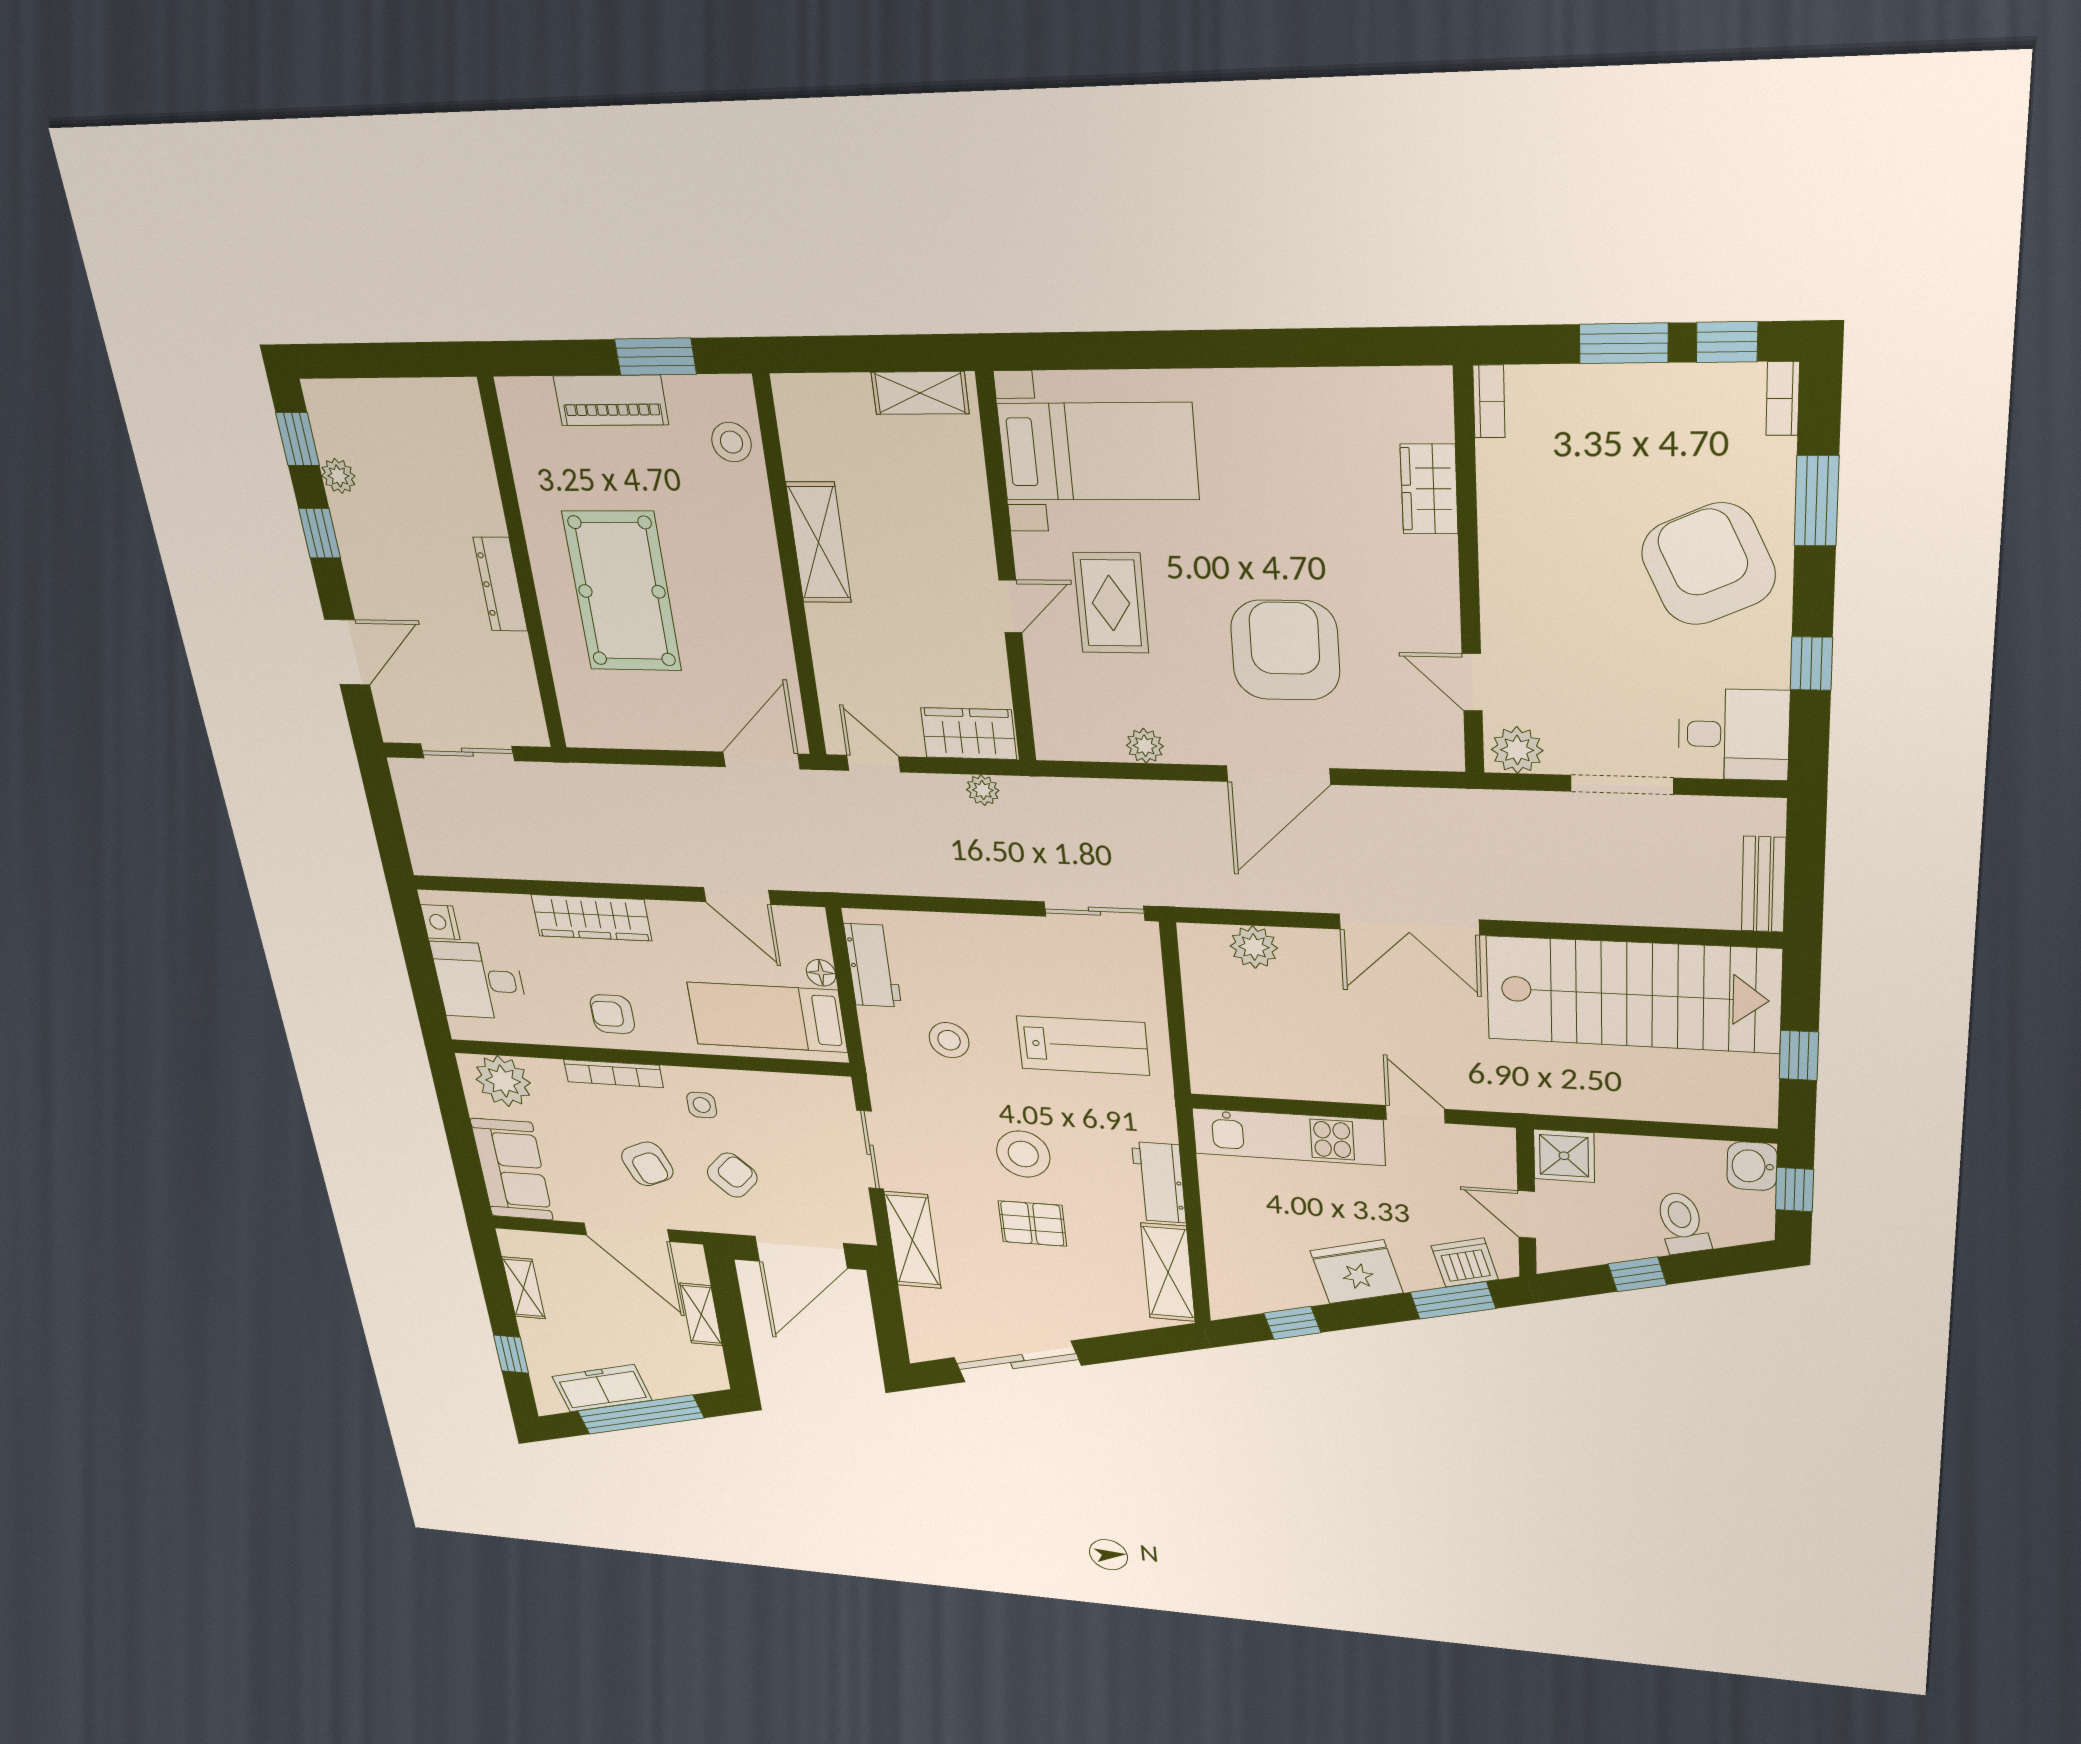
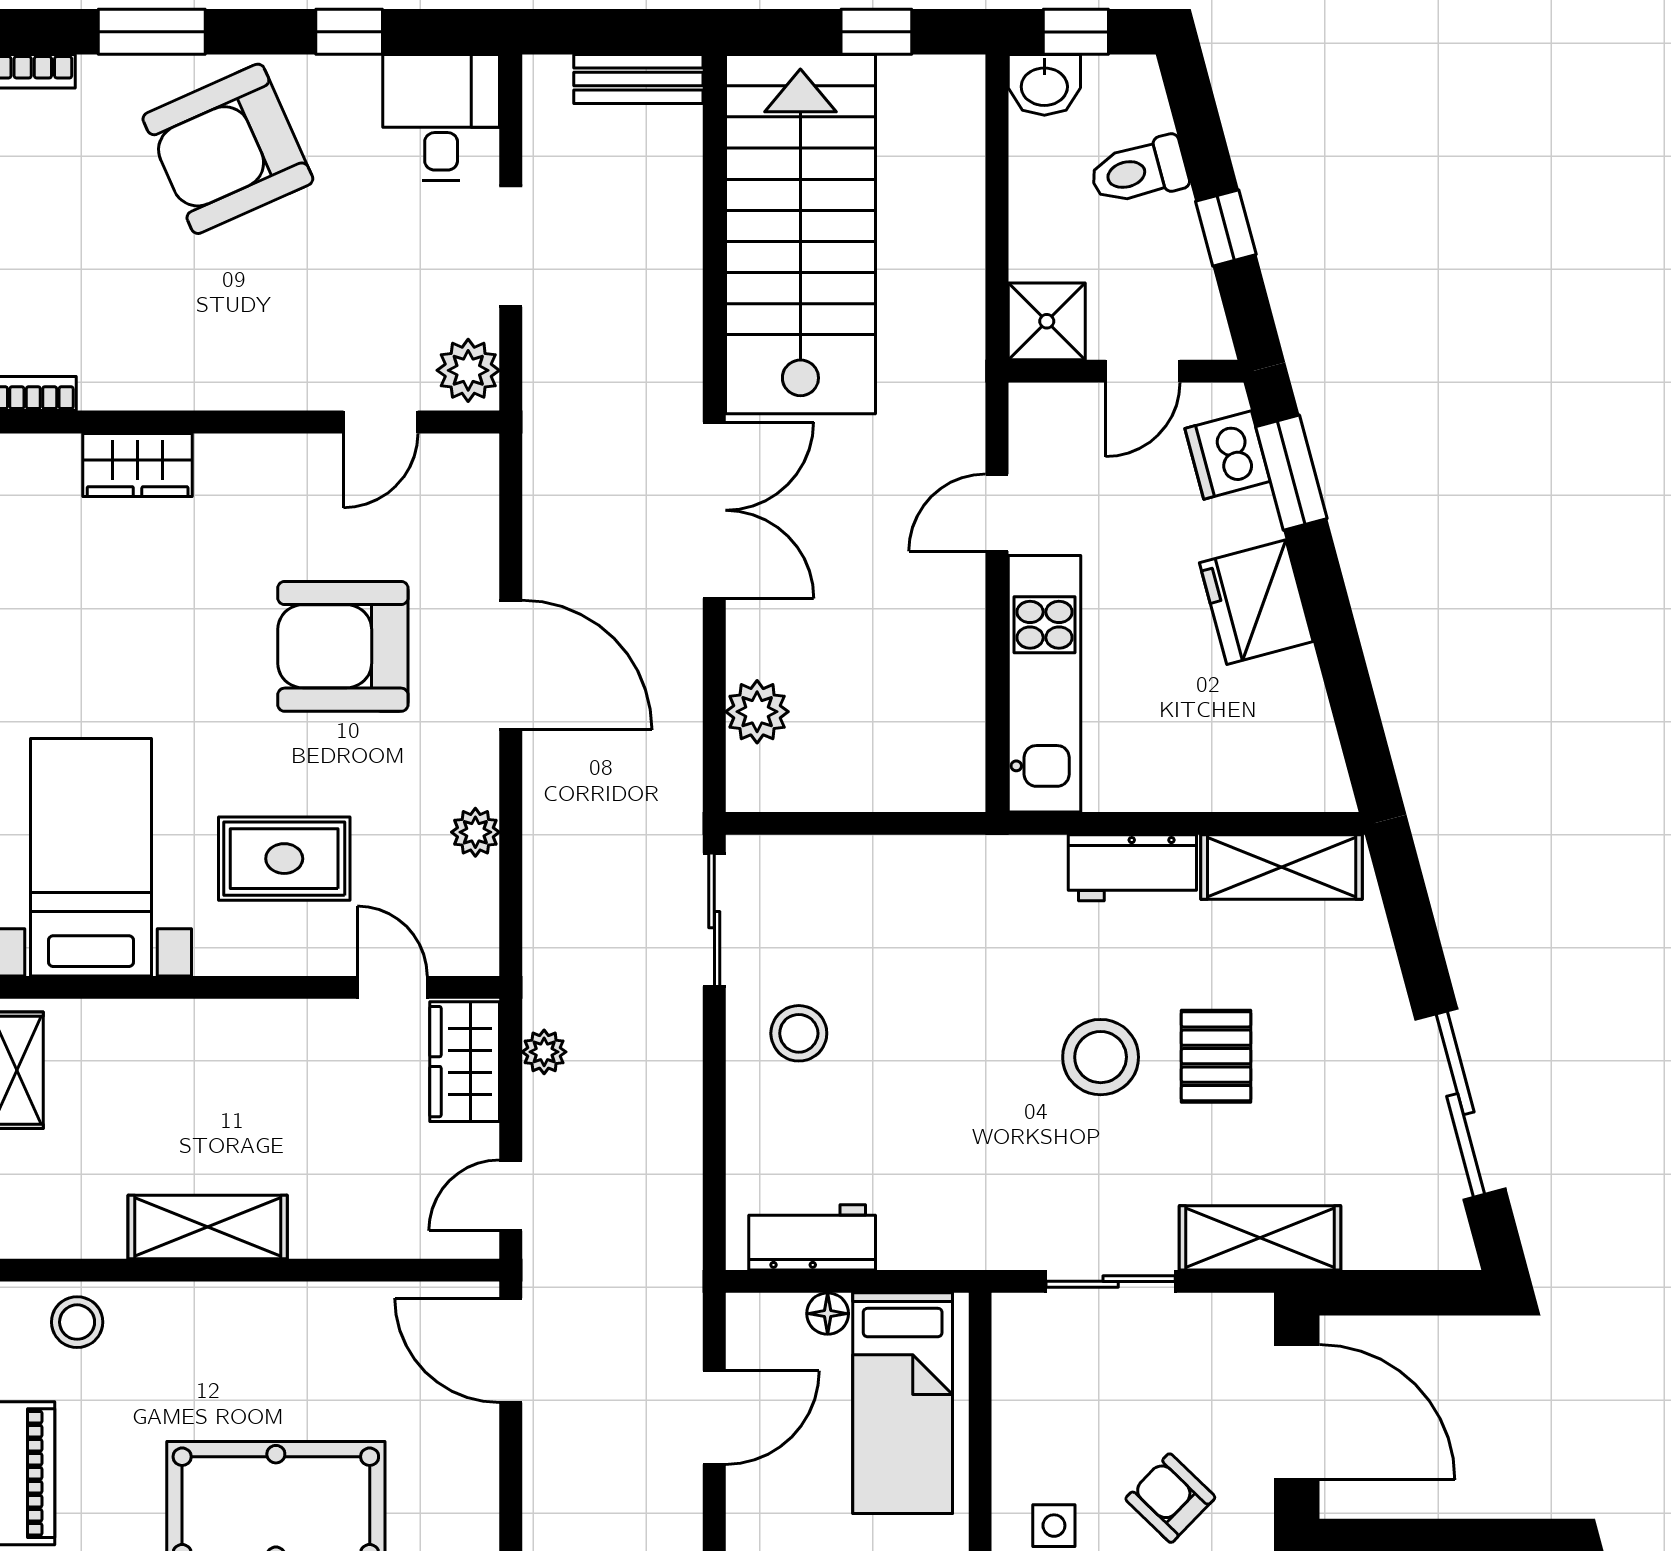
door: (1010, 606) -> (392, 987), moved
stool: (949, 1040) -> (799, 1033), moved
lab bench: (1083, 1046) -> (920, 955), removed
window: (1292, 1323) -> (1351, 696), removed

